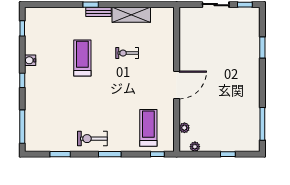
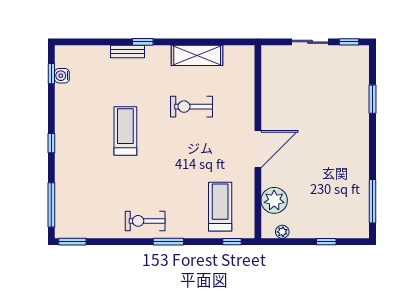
bench: (98, 12) -> (128, 51), moved
exercise bike: (127, 53) -> (192, 107), width x1.38, depth x1.39
treadmill: (82, 58) -> (125, 131), moved
water cooler: (30, 60) -> (62, 76), moved
plant: (184, 128) -> (274, 200), width x1.88, depth x1.88
window: (60, 154) -> (72, 242), moved

